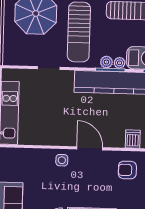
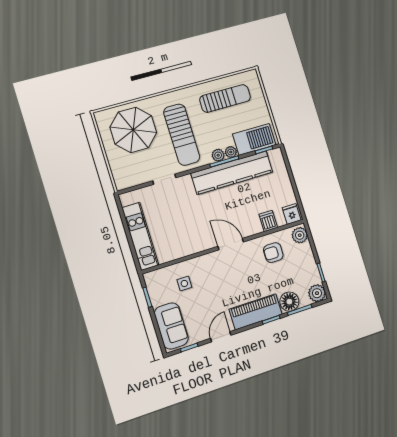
side table: (62, 160) -> (184, 283), moved

